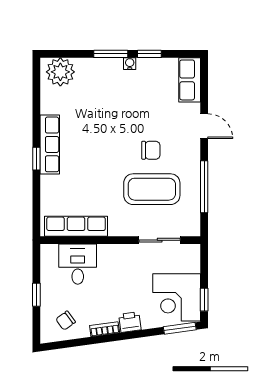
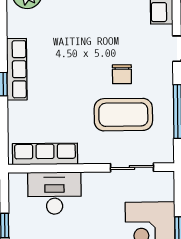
chair: (151, 150) -> (122, 74), turned 90
desk: (78, 264) -> (54, 193), width x1.37

